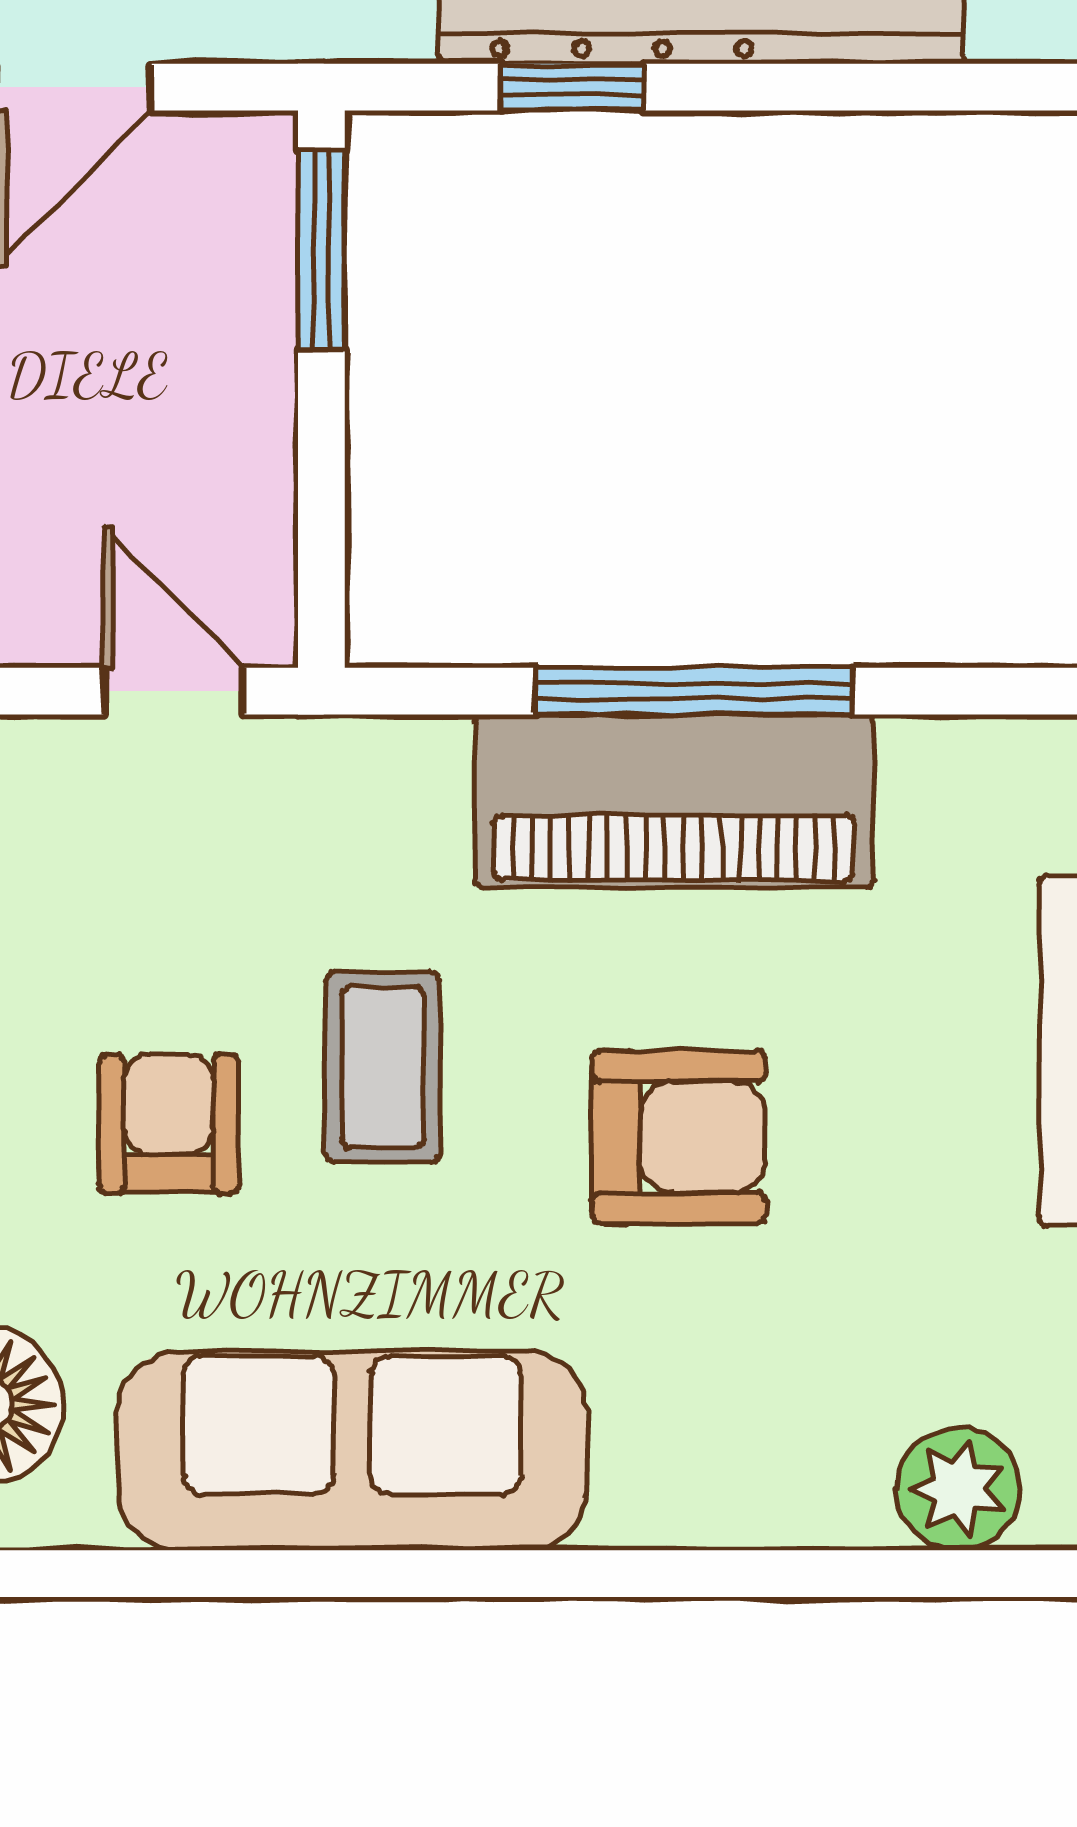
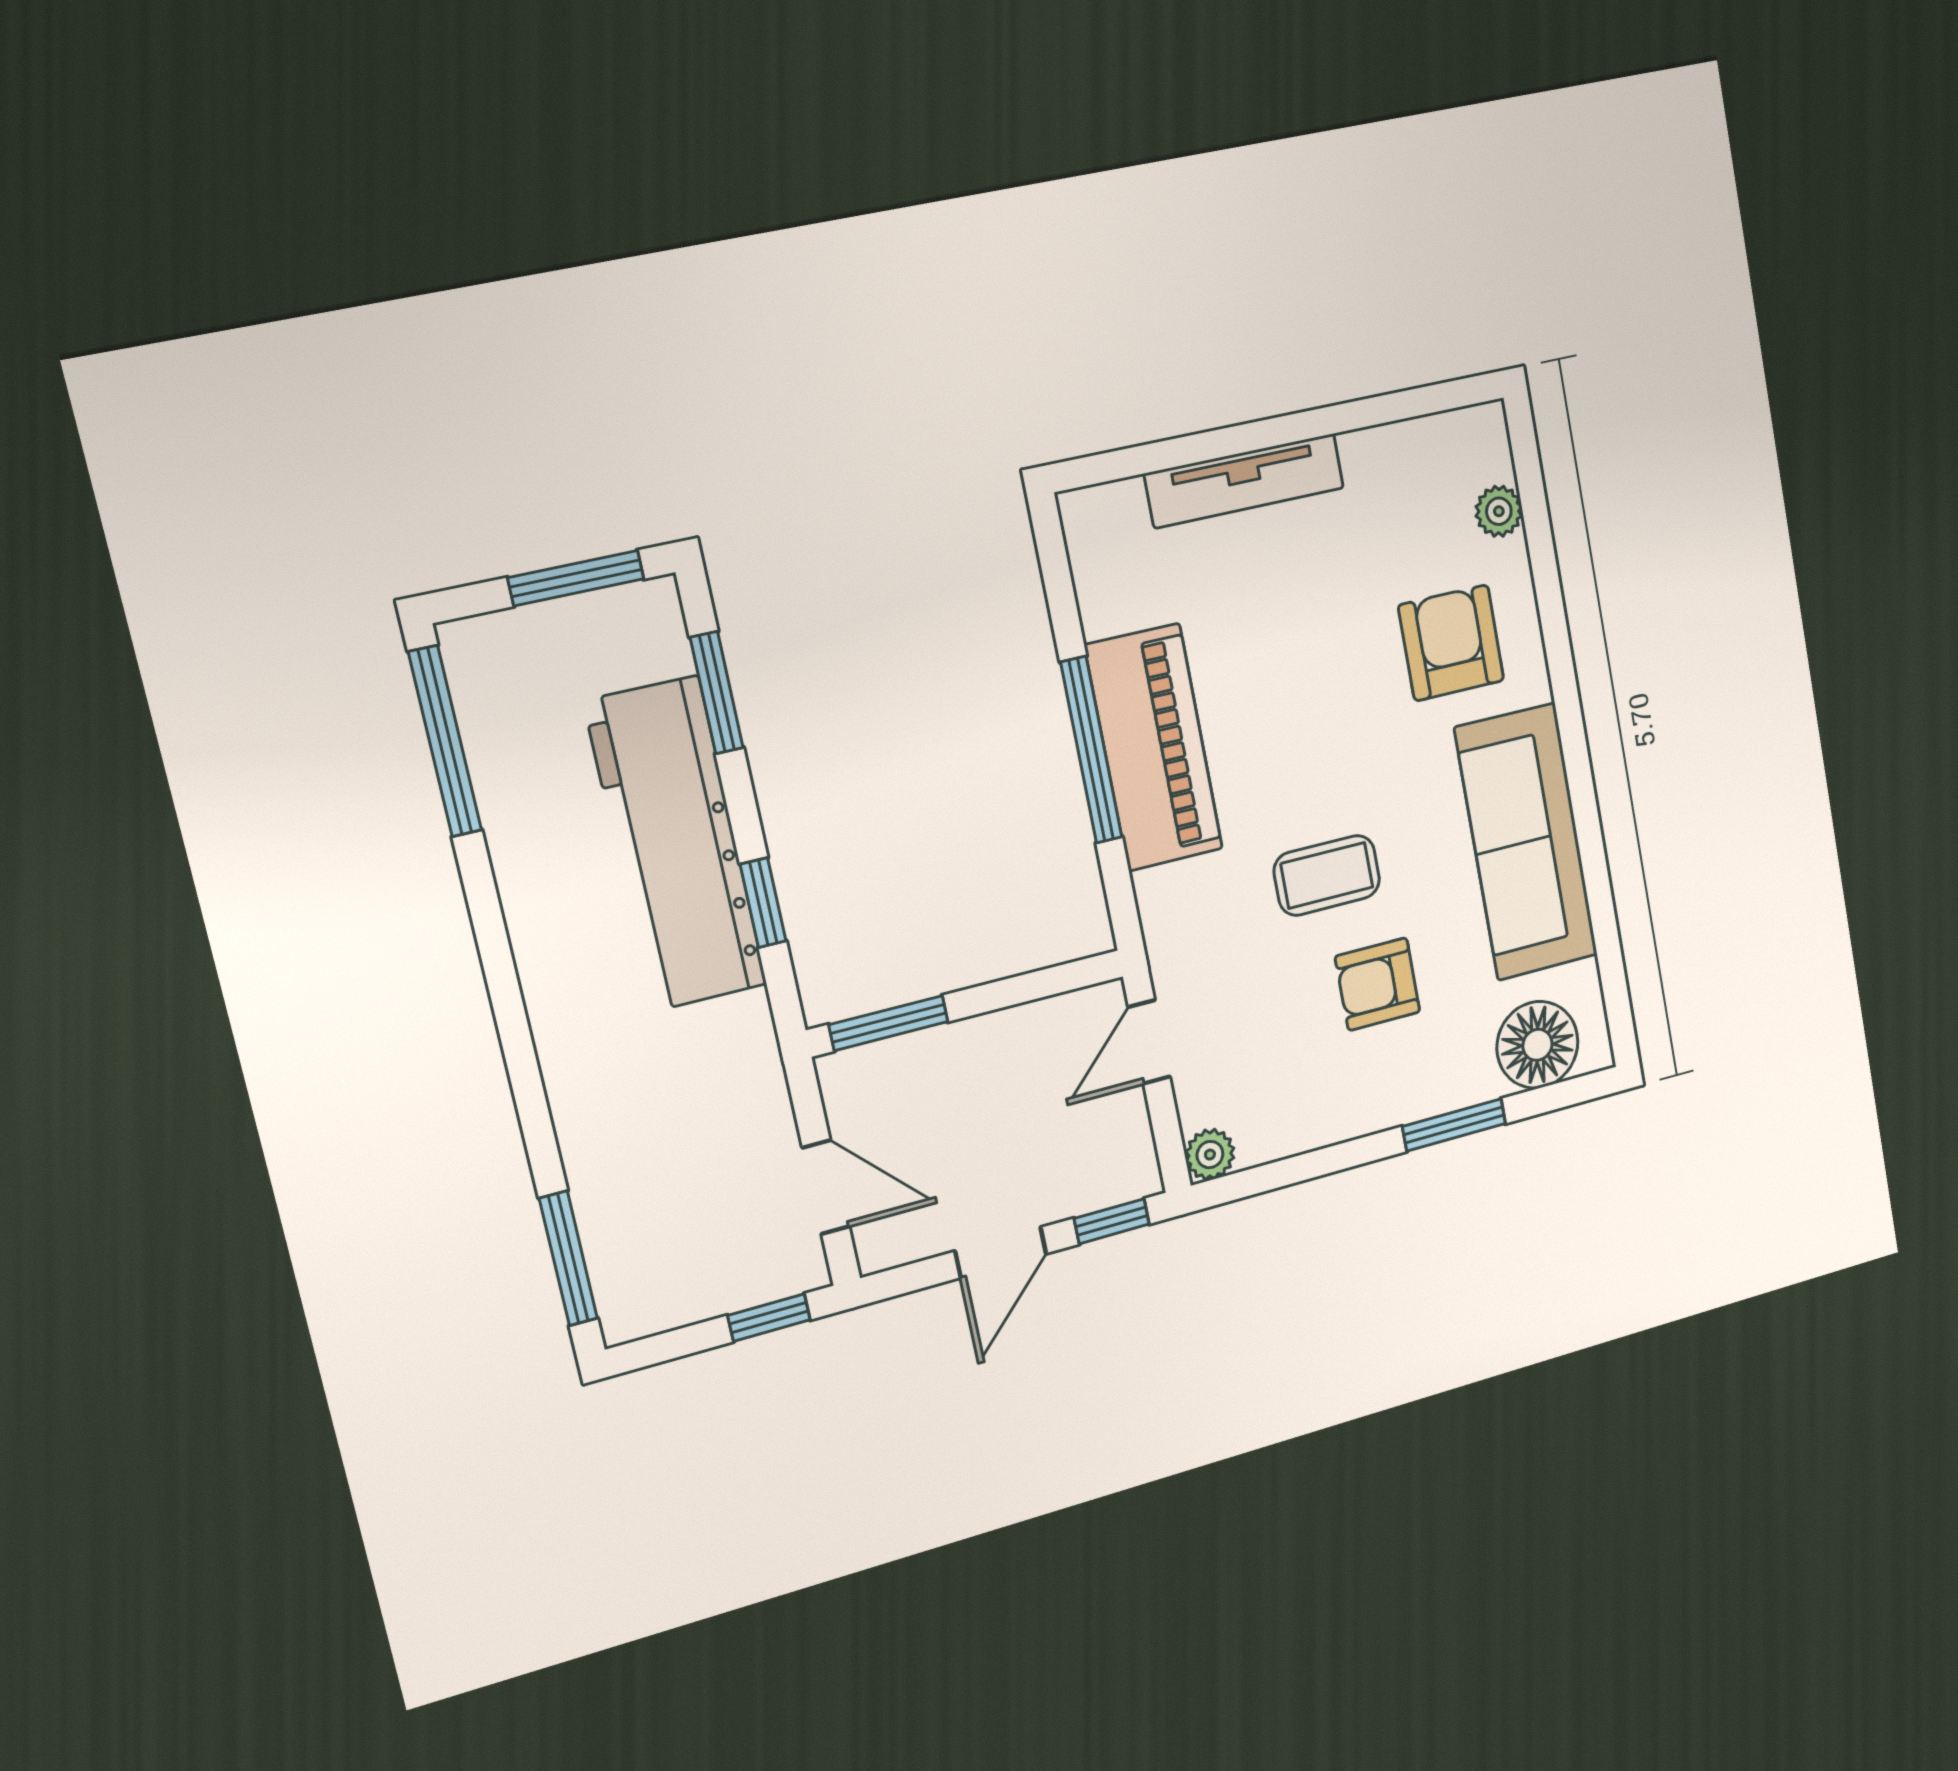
window: (929, 87) -> (717, 693), added
armchair: (679, 1137) -> (1451, 643), moved
plant: (958, 1489) -> (1499, 511), width x0.73, depth x0.73

